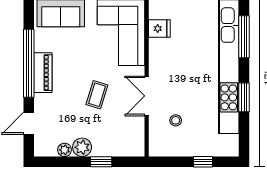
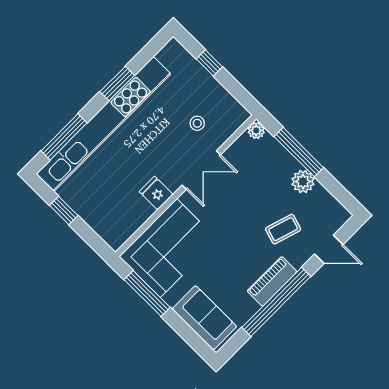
fridge: (159, 28) -> (156, 193), moved
coffee table: (97, 95) -> (283, 229), moved
plant: (65, 150) -> (256, 130), moved
window: (101, 162) -> (299, 152), width x2.17

